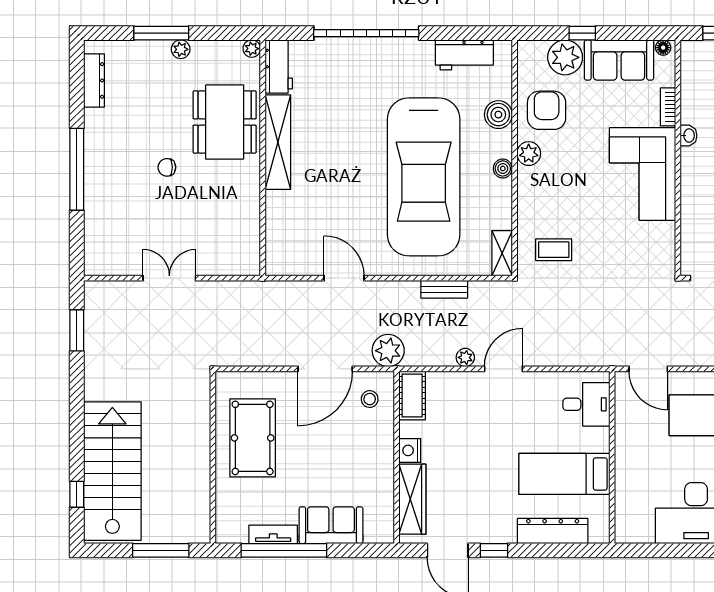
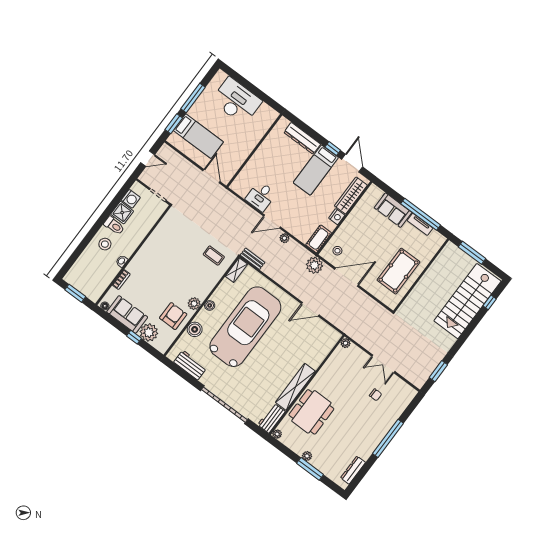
armchair: (547, 110) -> (173, 316), turned 180
chair: (167, 167) -> (376, 395), moved
corner sofa: (643, 174) -> (153, 259), removed
plant: (251, 267) -> (345, 343), added
door: (344, 278) -> (310, 309), hinge flipped
bench: (444, 289) -> (253, 259), moved
desk: (586, 404) -> (261, 196), moved, turned -90
bed: (564, 474) -> (316, 170), moved, turned 90

